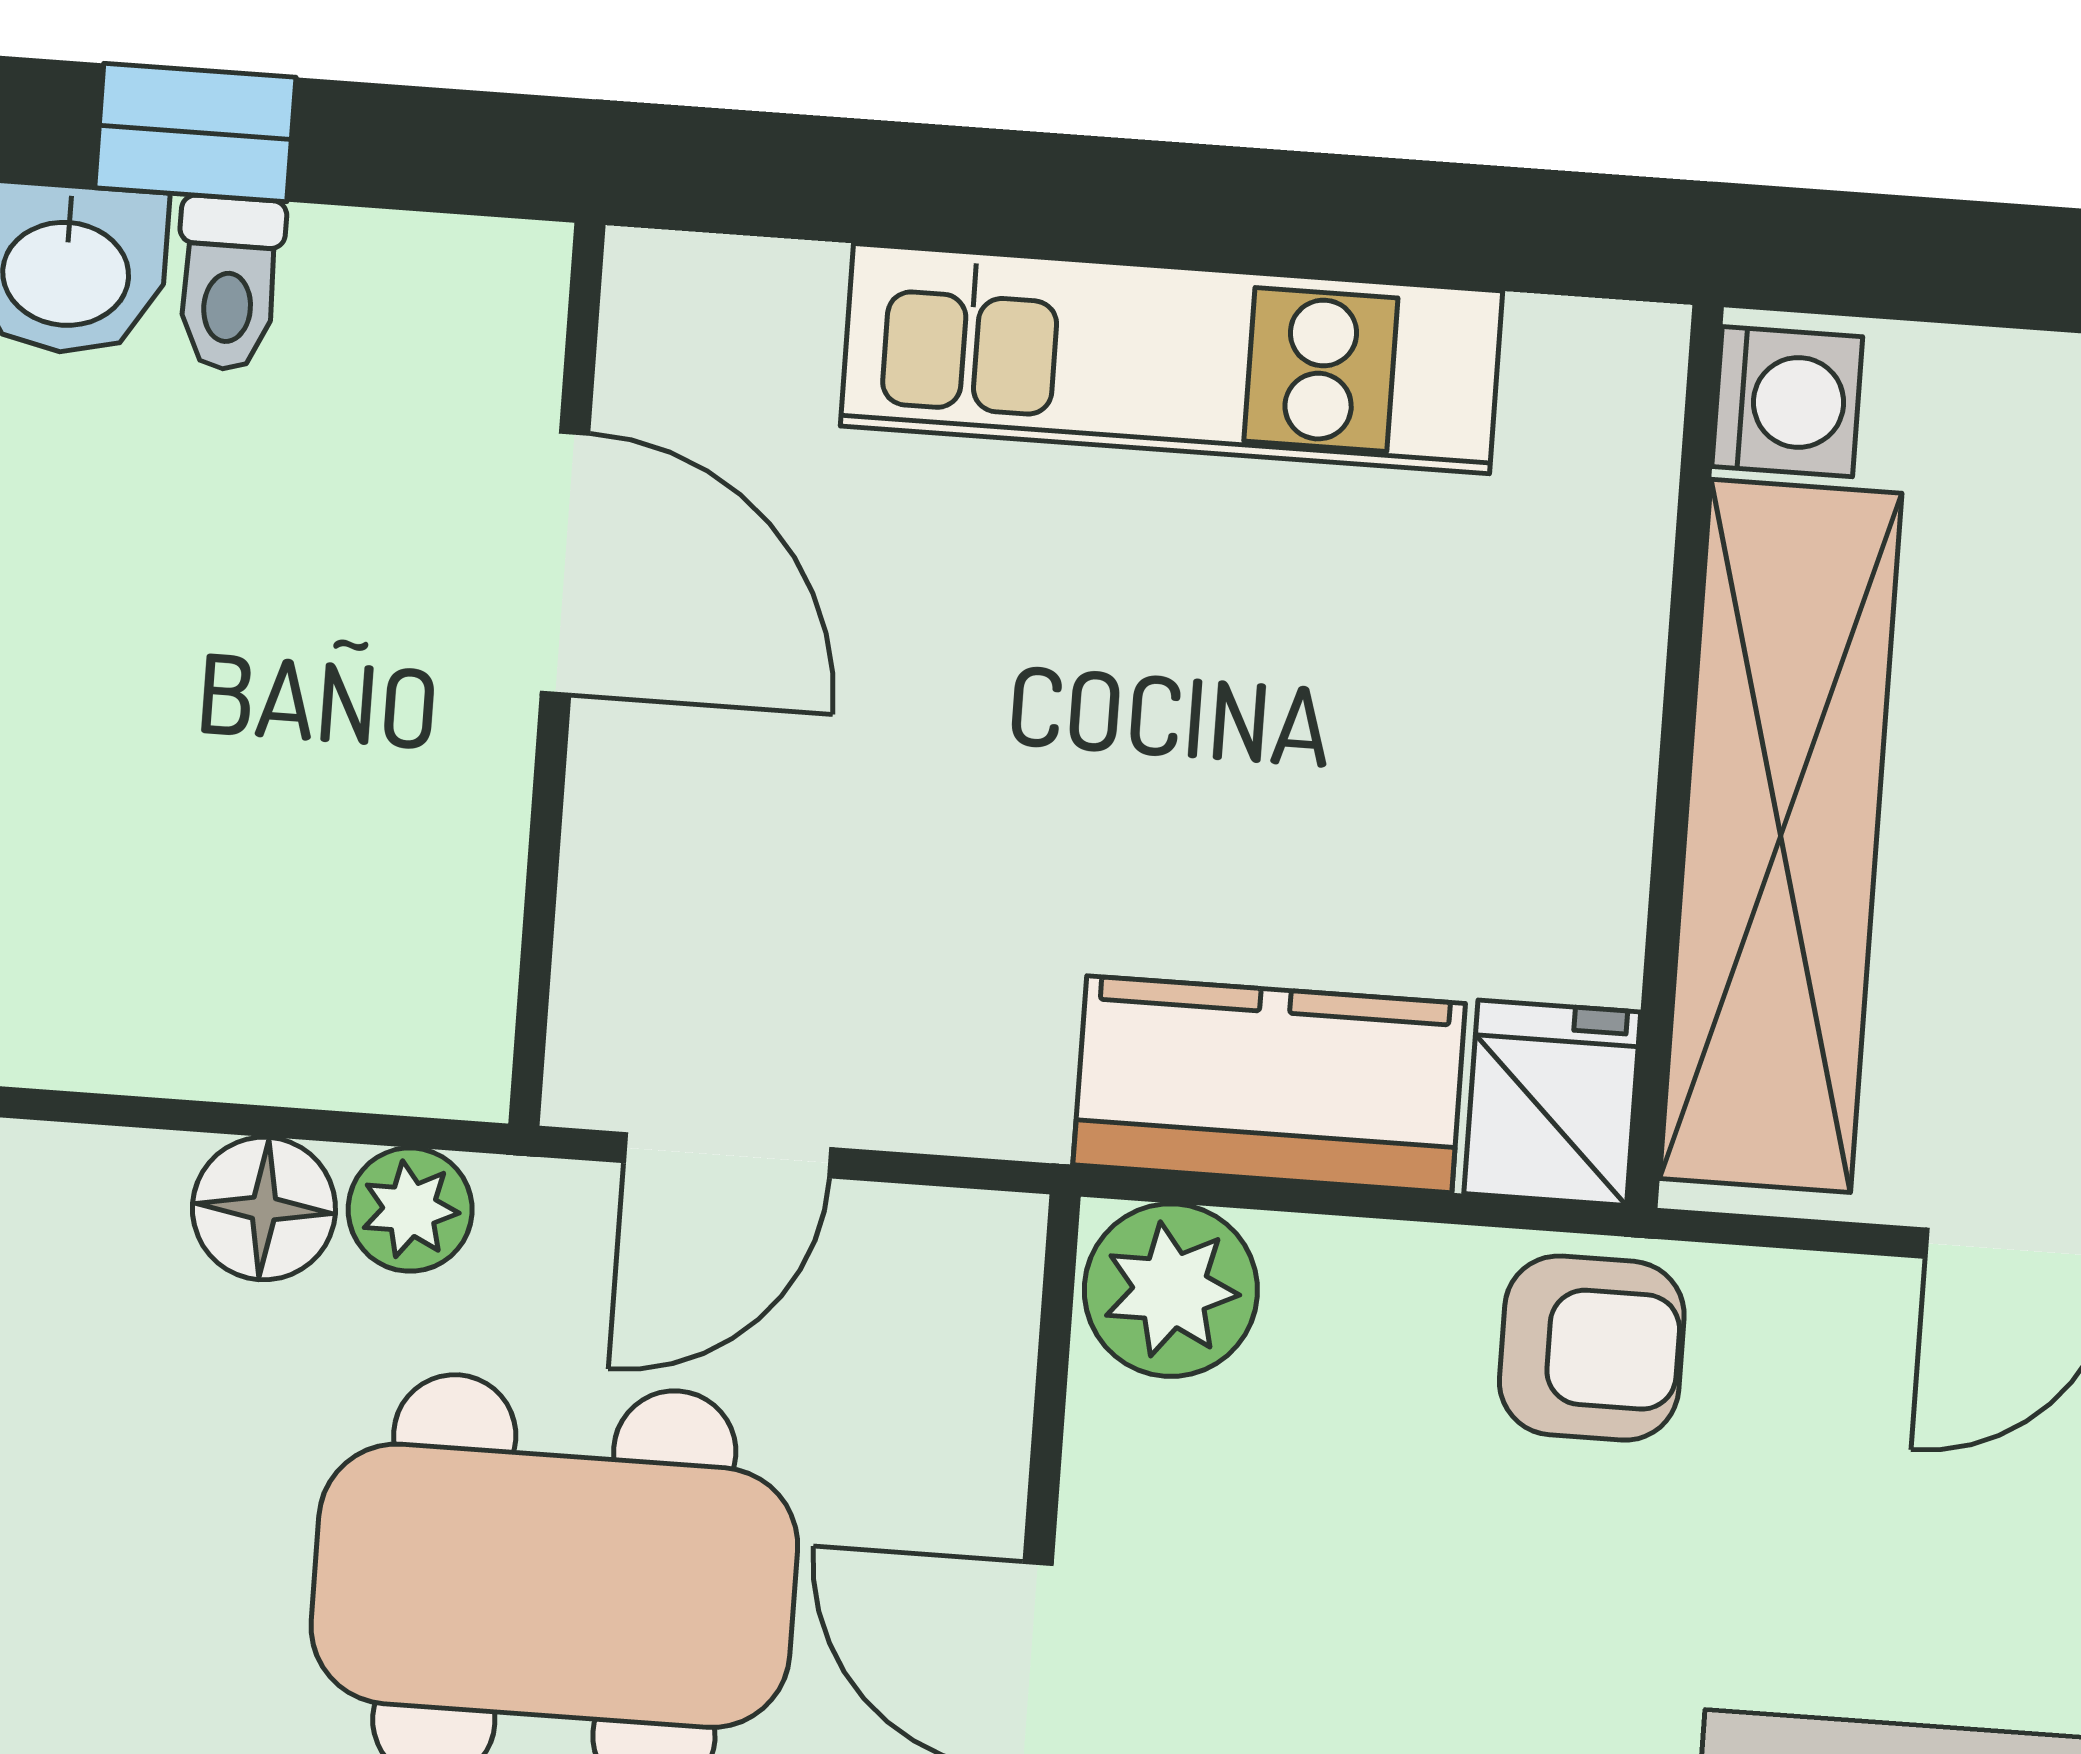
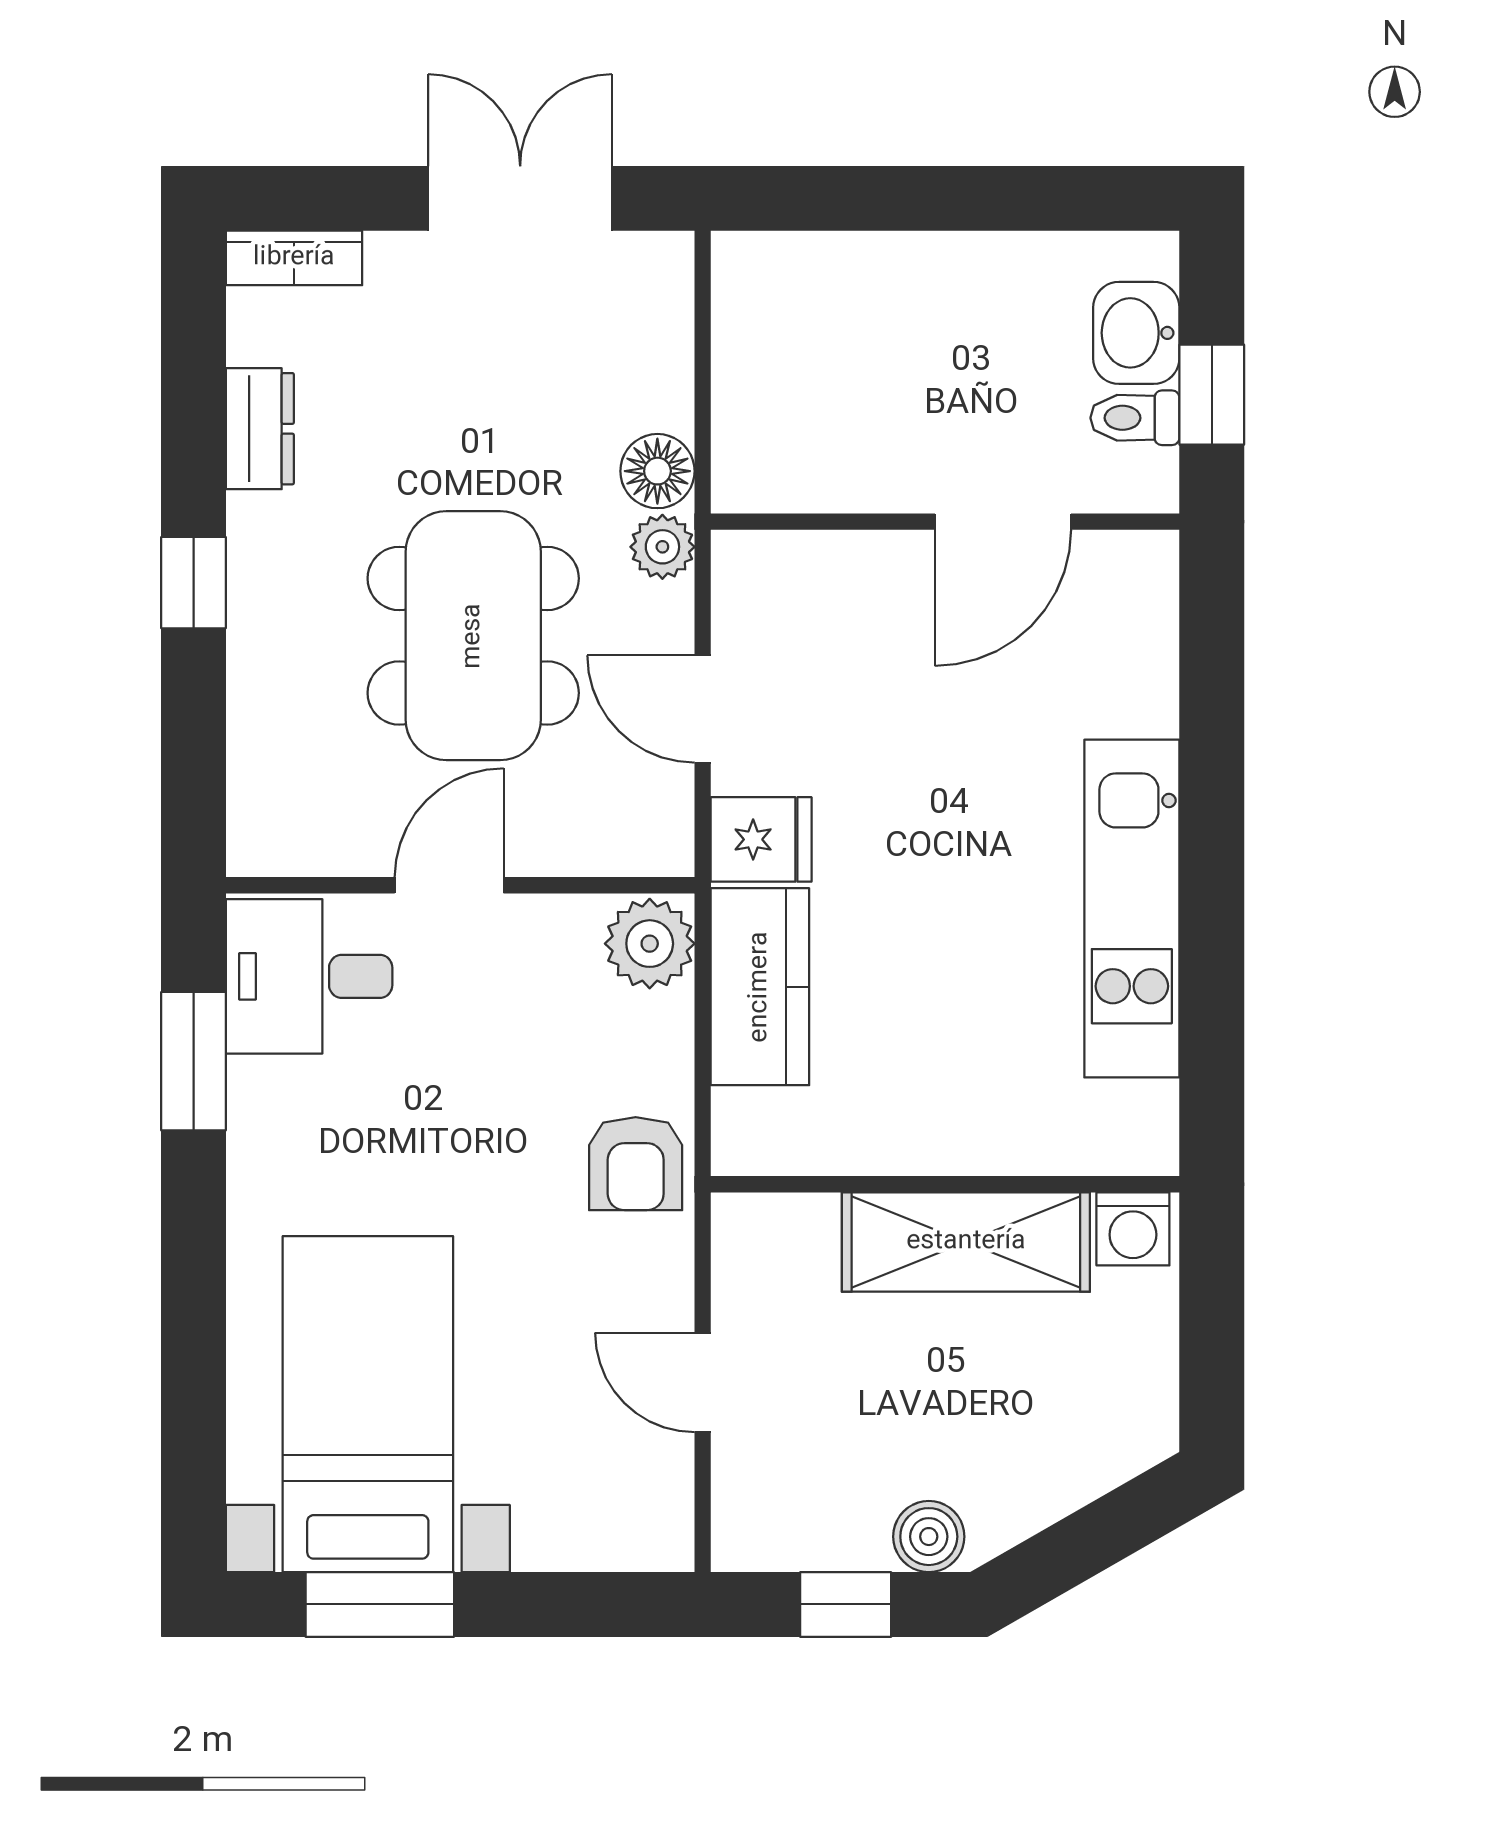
door: (565, 563) -> (1003, 522), moved
wall: (557, 674) -> (945, 522), moved
shelving: (1781, 836) -> (966, 1242), width x0.68
fridge: (1552, 1103) -> (761, 839), moved

